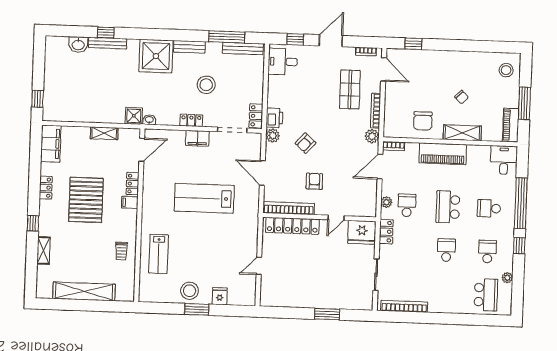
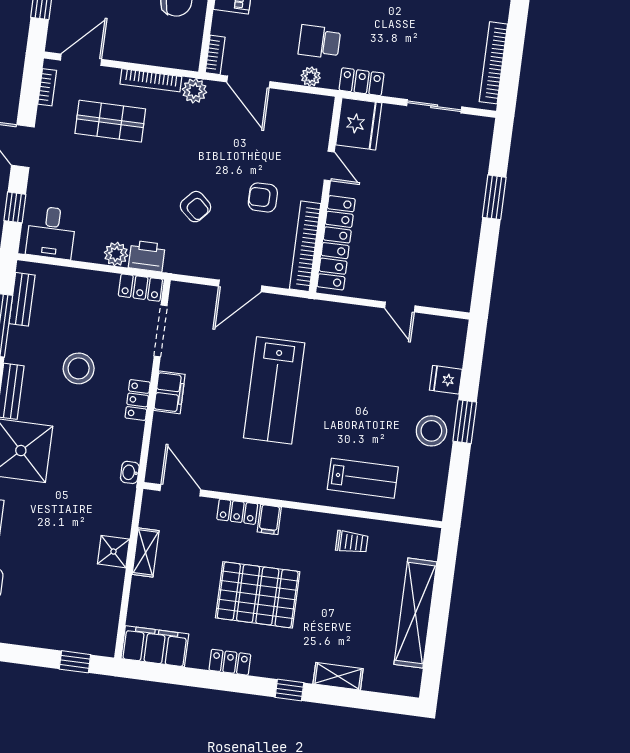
bench: (243, 48) -> (22, 299), width x0.73
shower: (134, 116) -> (113, 552), moved
plant: (273, 136) -> (116, 254), moved

